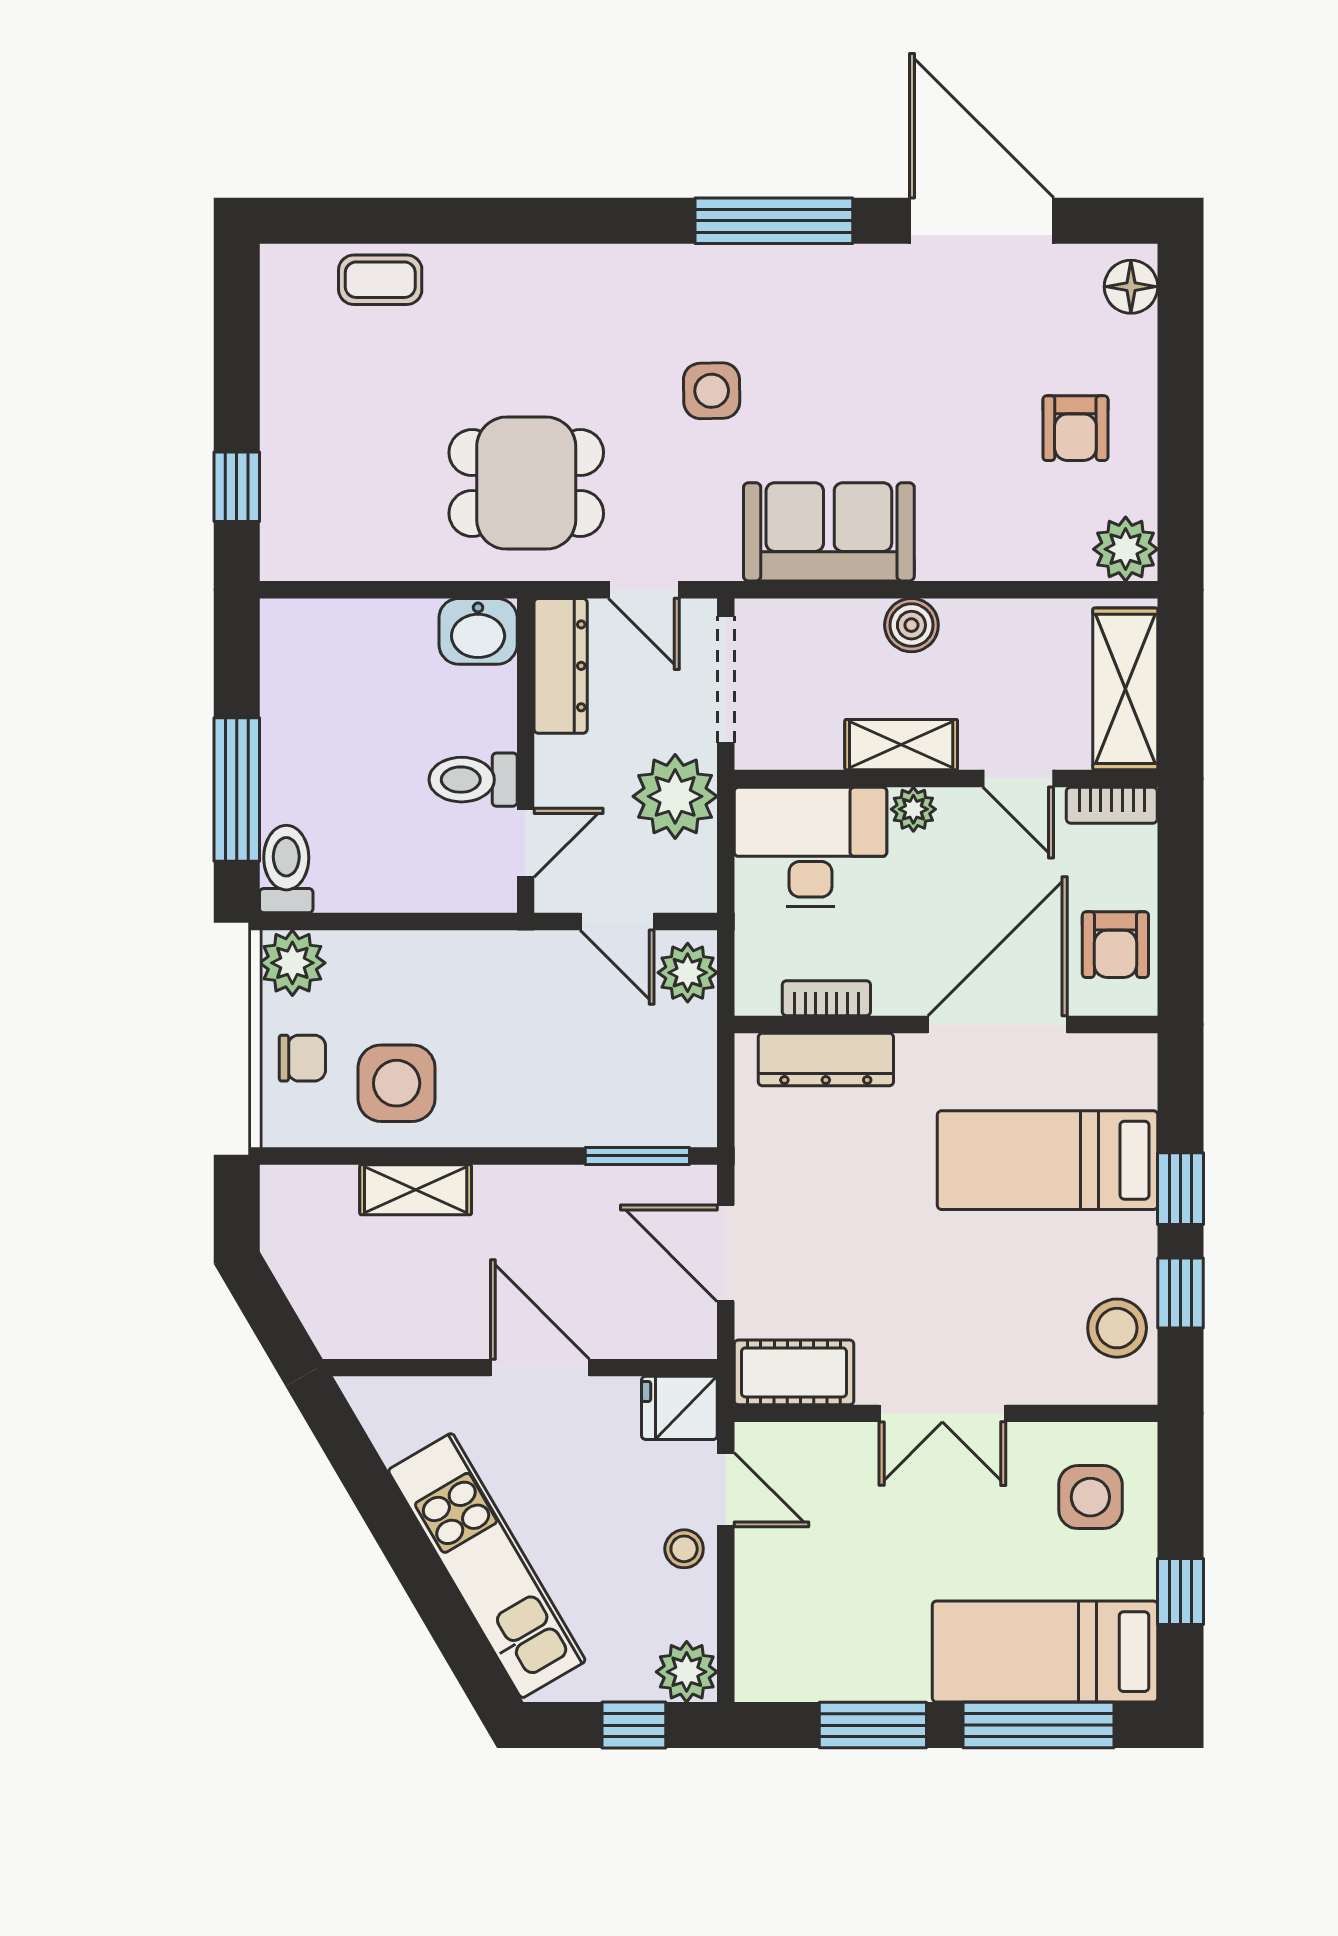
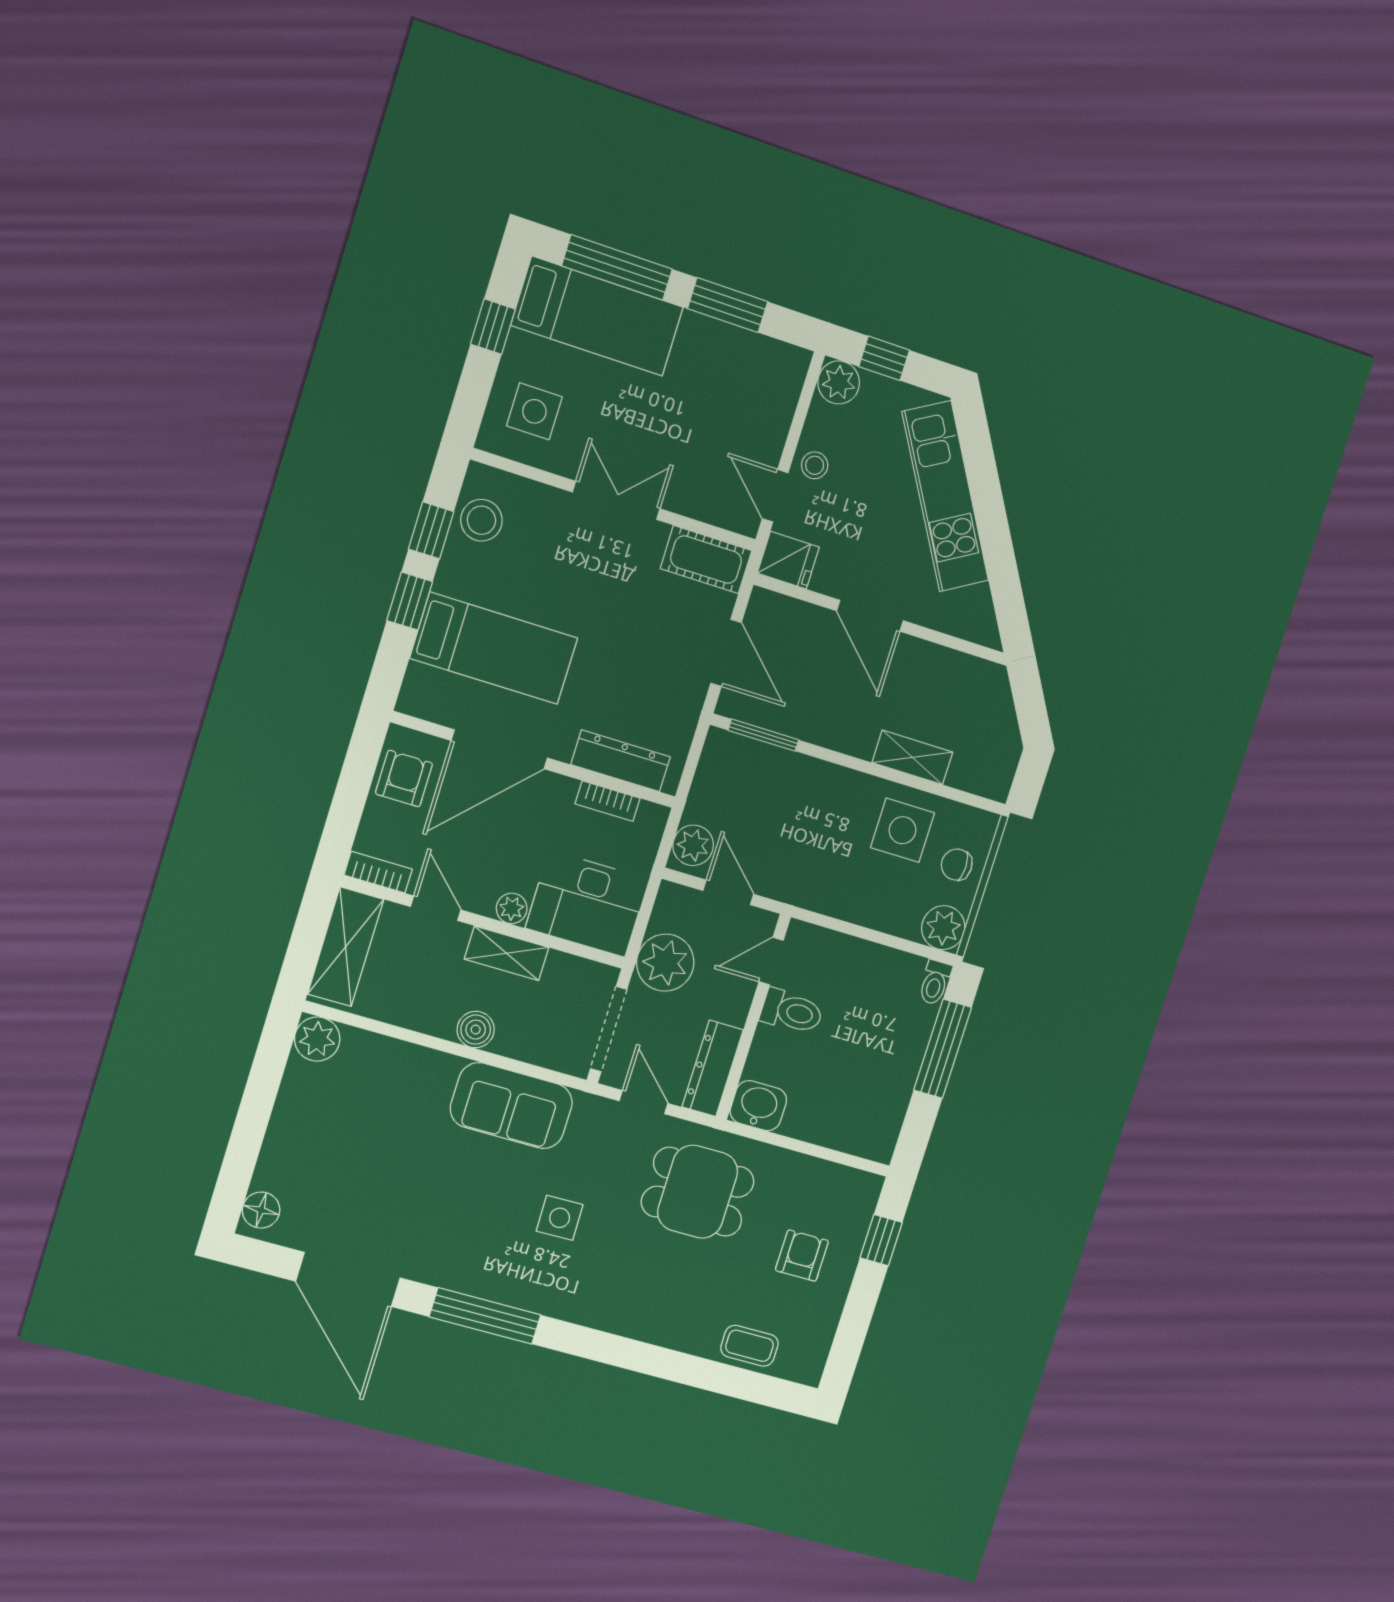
armchair: (1075, 428) -> (802, 1256), moved
toilet: (286, 869) -> (935, 982), width x0.73, depth x0.72

